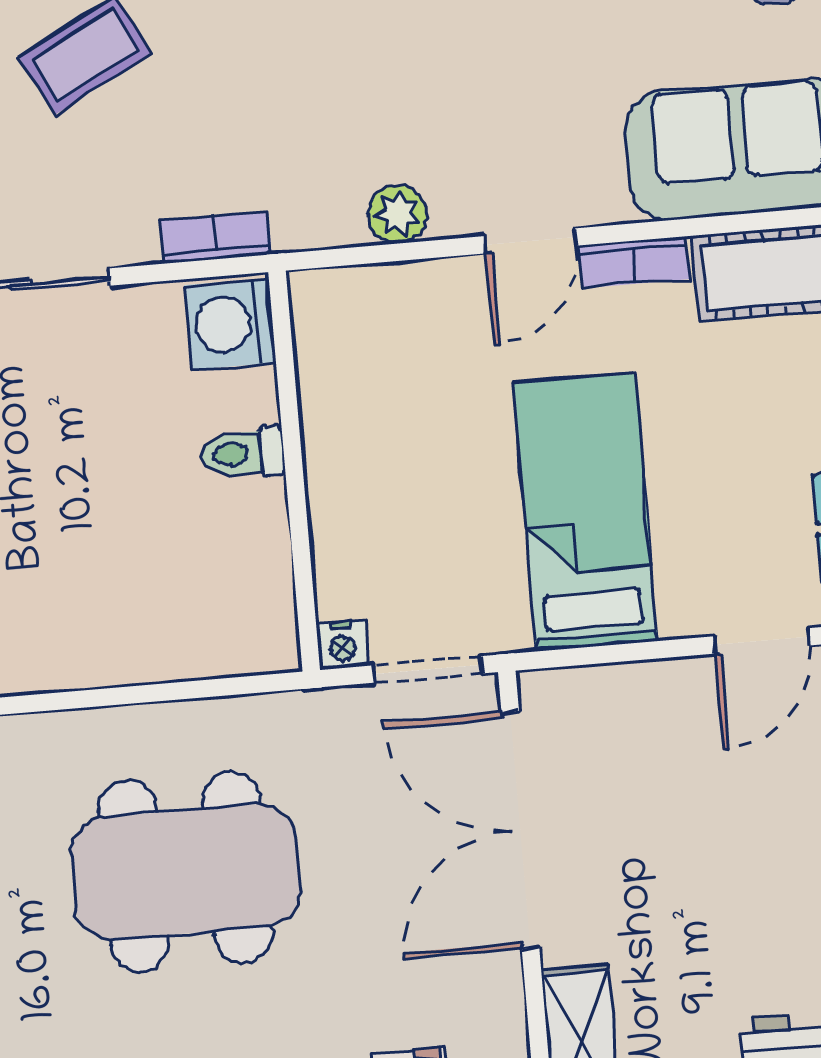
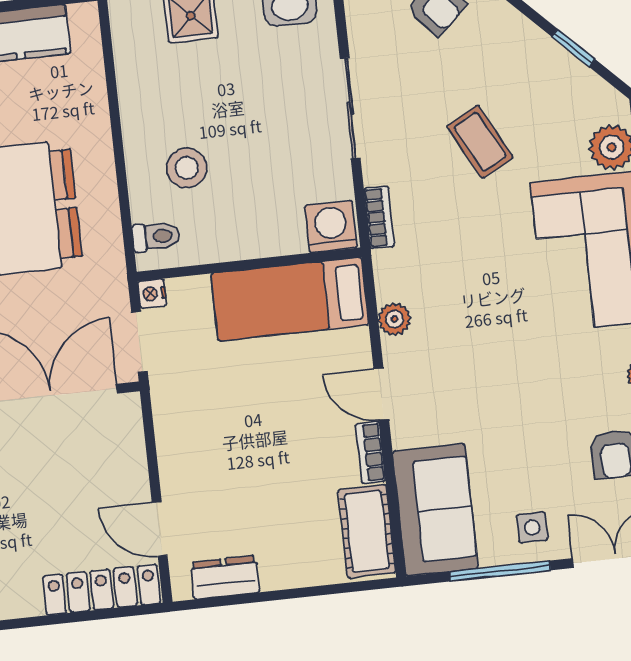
toilet: (243, 453) -> (156, 237), moved, turned 90
bed: (585, 512) -> (290, 299), moved, turned 180
stool: (120, 578) -> (187, 168), added

